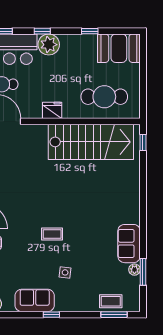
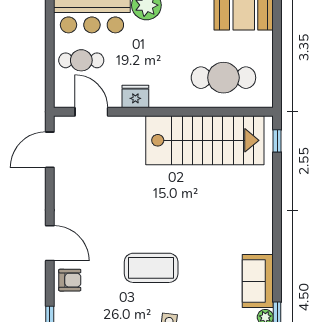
fridge: (52, 110) -> (135, 97), moved
coffee table: (52, 234) -> (151, 268), width x1.86, depth x1.72

